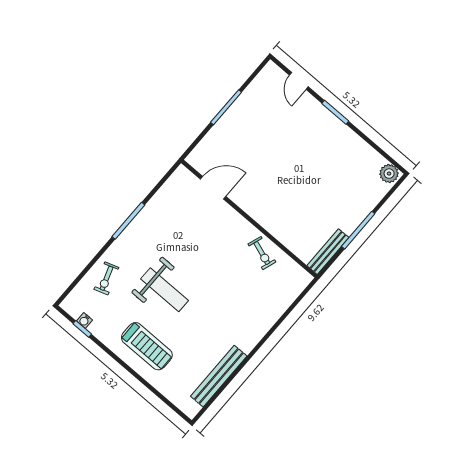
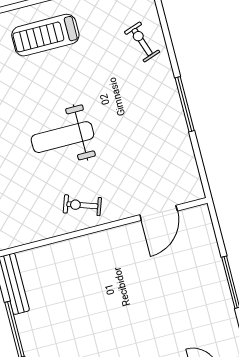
exercise bike: (262, 253) -> (82, 205), moved
weight bench: (165, 290) -> (62, 137), moved

